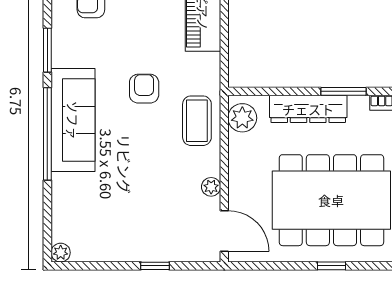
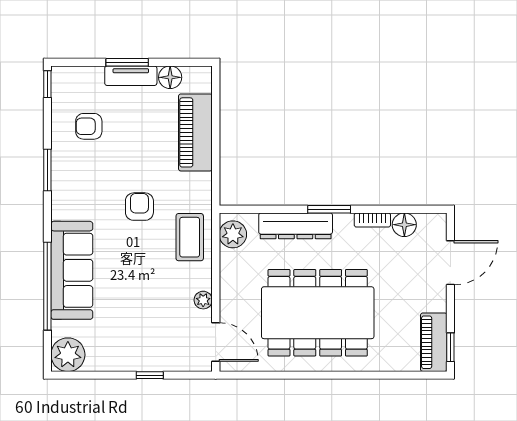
sofa: (73, 120) -> (72, 270), moved
window: (47, 134) -> (47, 286), moved
plant: (61, 253) -> (68, 355), width x1.87, depth x1.87
window: (332, 266) -> (318, 375), removed

